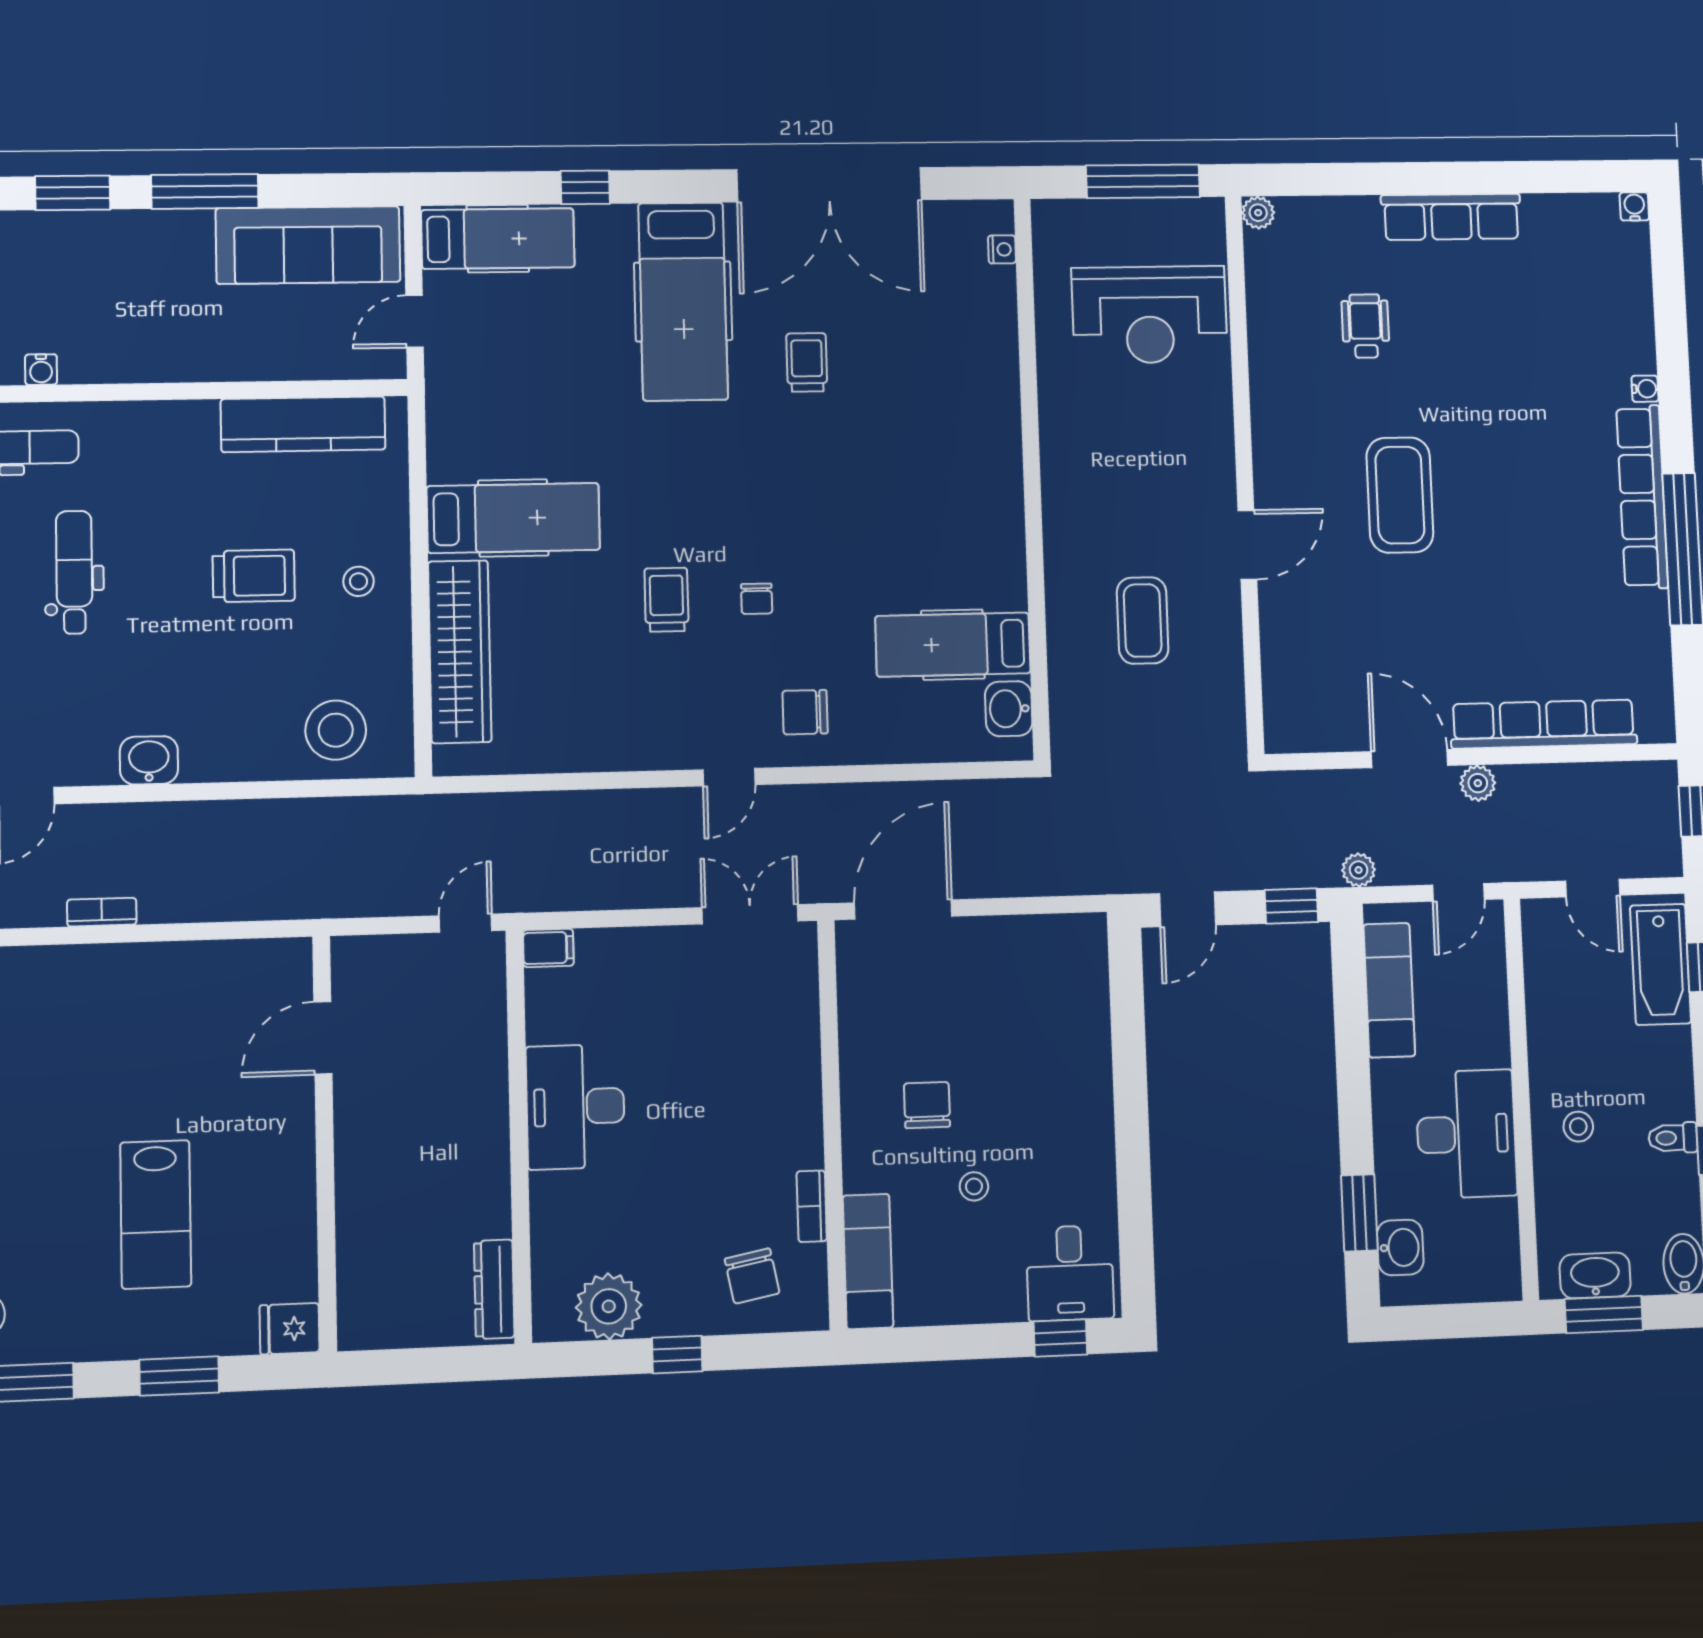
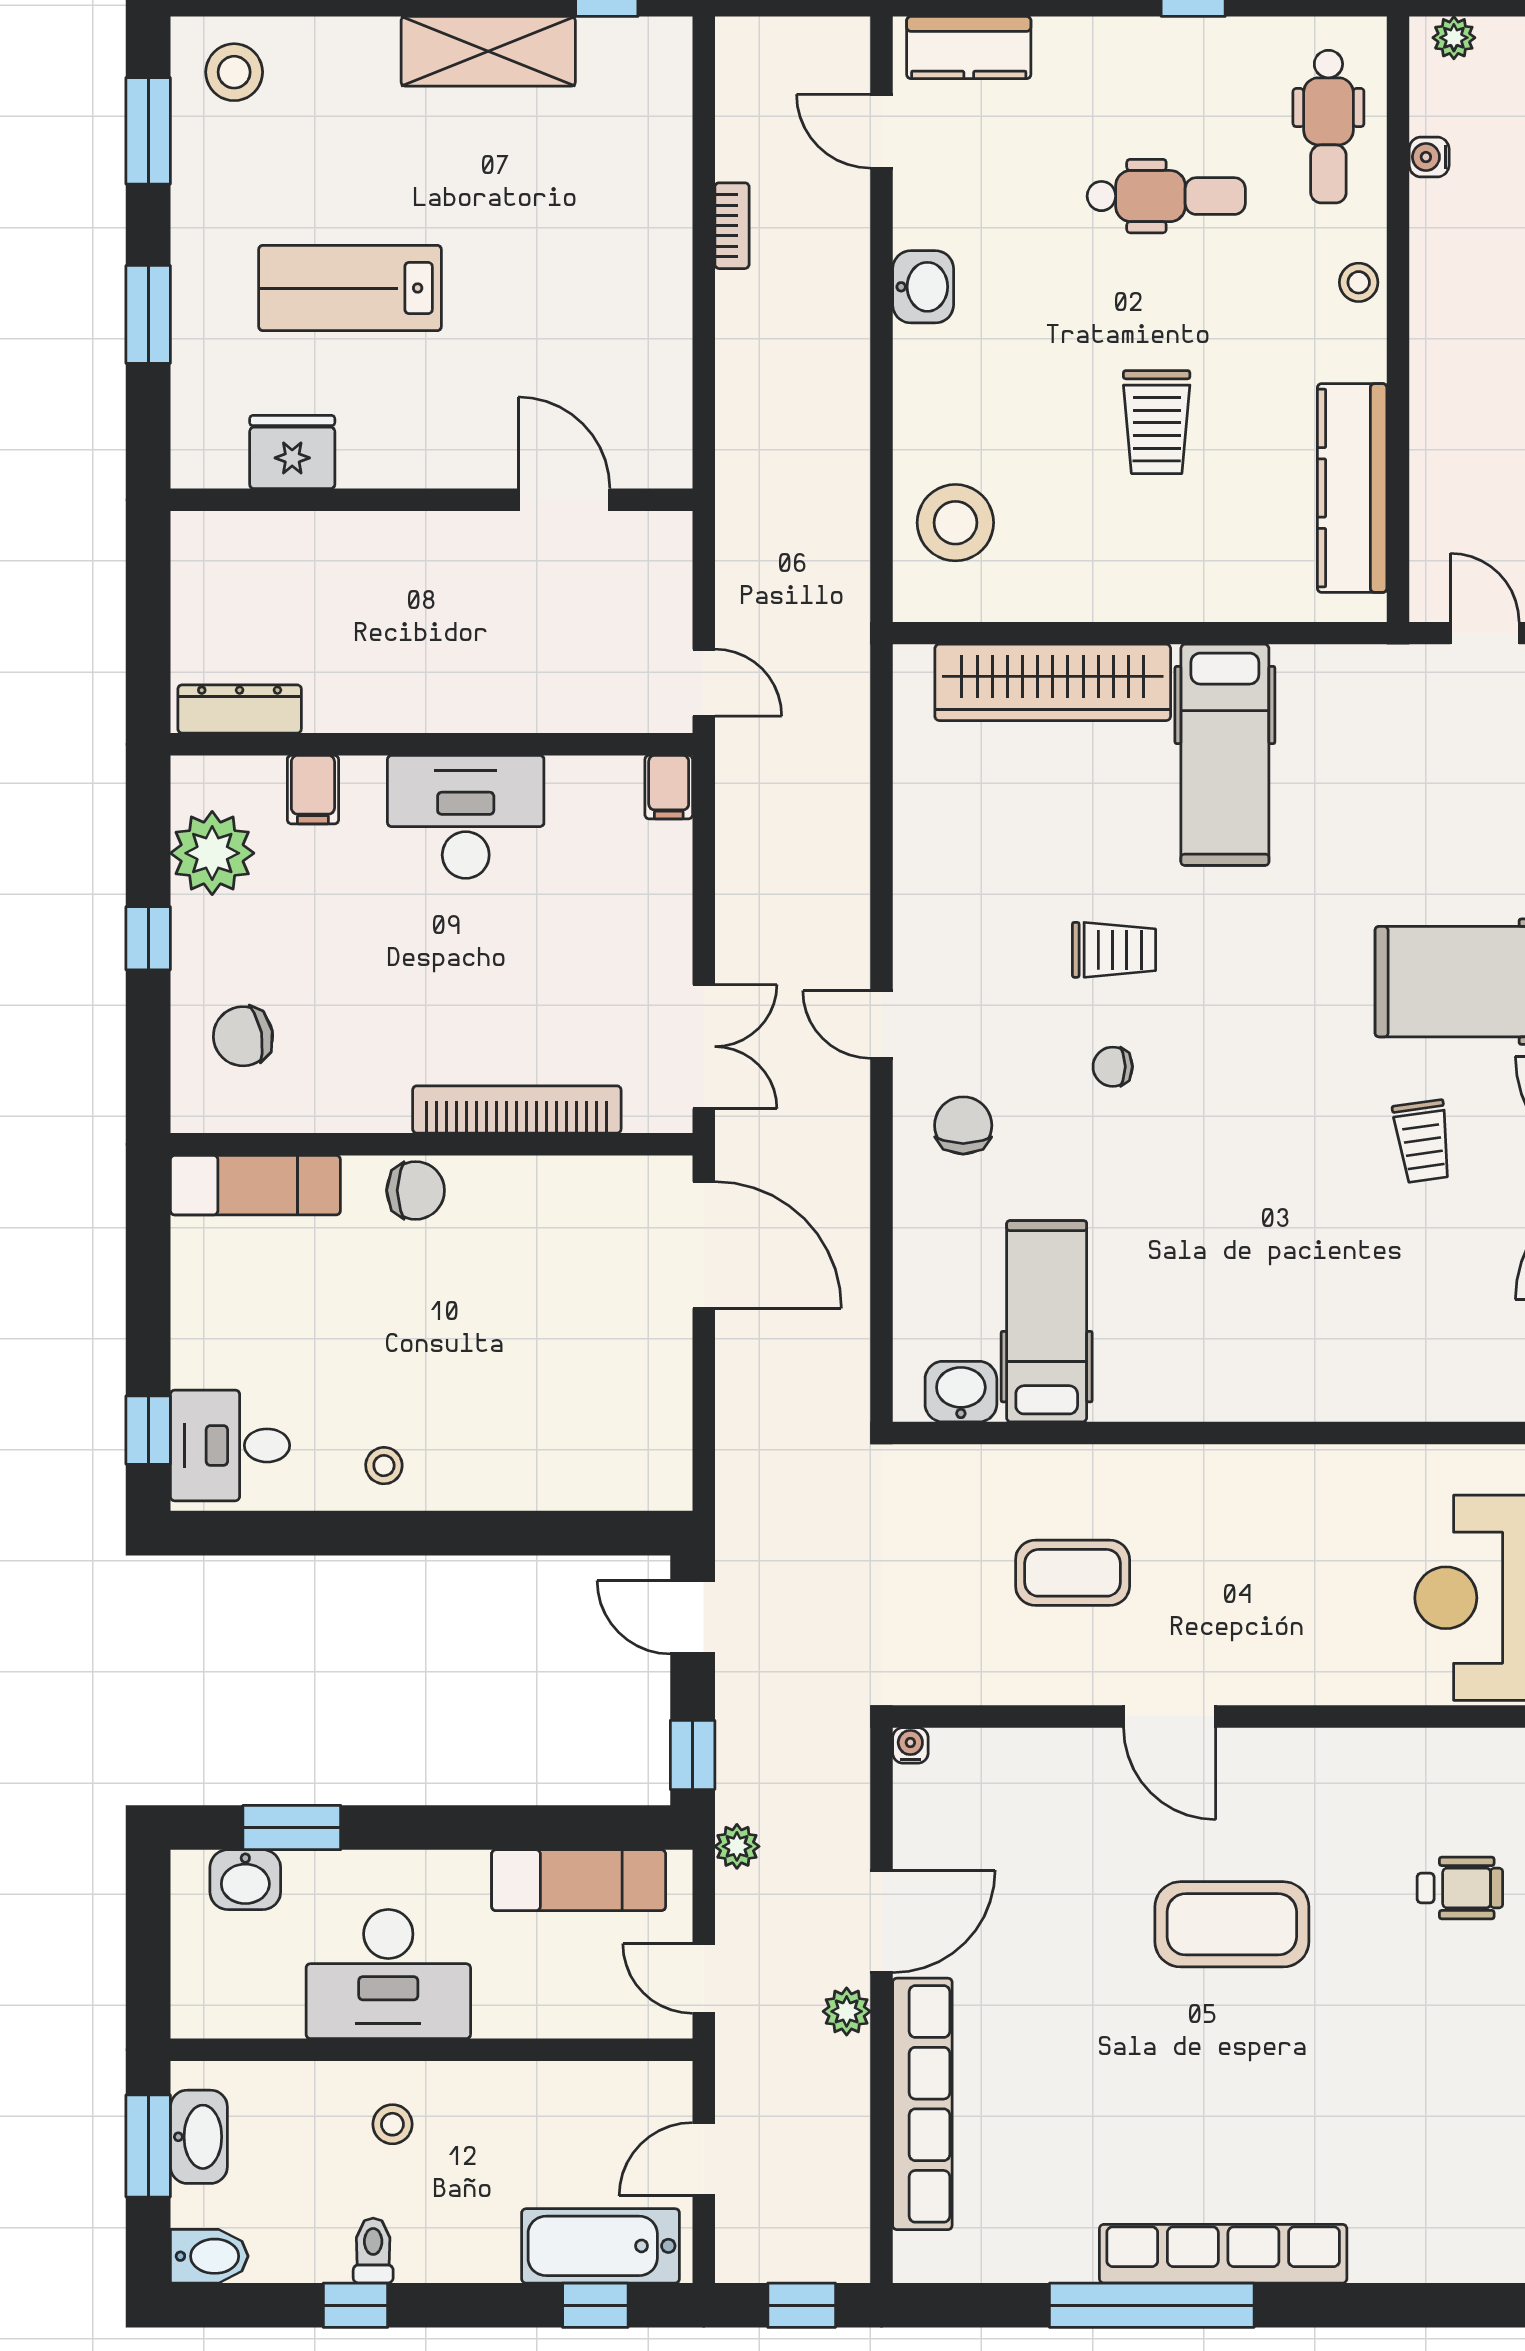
trolley: (807, 362) -> (1423, 1141), turned 82
water cooler: (1645, 389) -> (910, 1745), moved, turned 180
stool: (359, 581) -> (1359, 282), moved
chair: (927, 1105) -> (416, 1190), moved
stool: (974, 1186) -> (384, 1466), moved
bookcase: (812, 1206) -> (517, 1109), moved, width x2.31, depth x1.31
filing cabinet: (557, 1228) -> (313, 790), added
fridge: (290, 1329) -> (292, 452), moved, width x1.38

